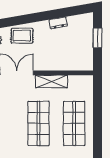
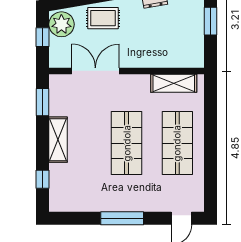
shelving: (51, 81) -> (174, 83), moved

